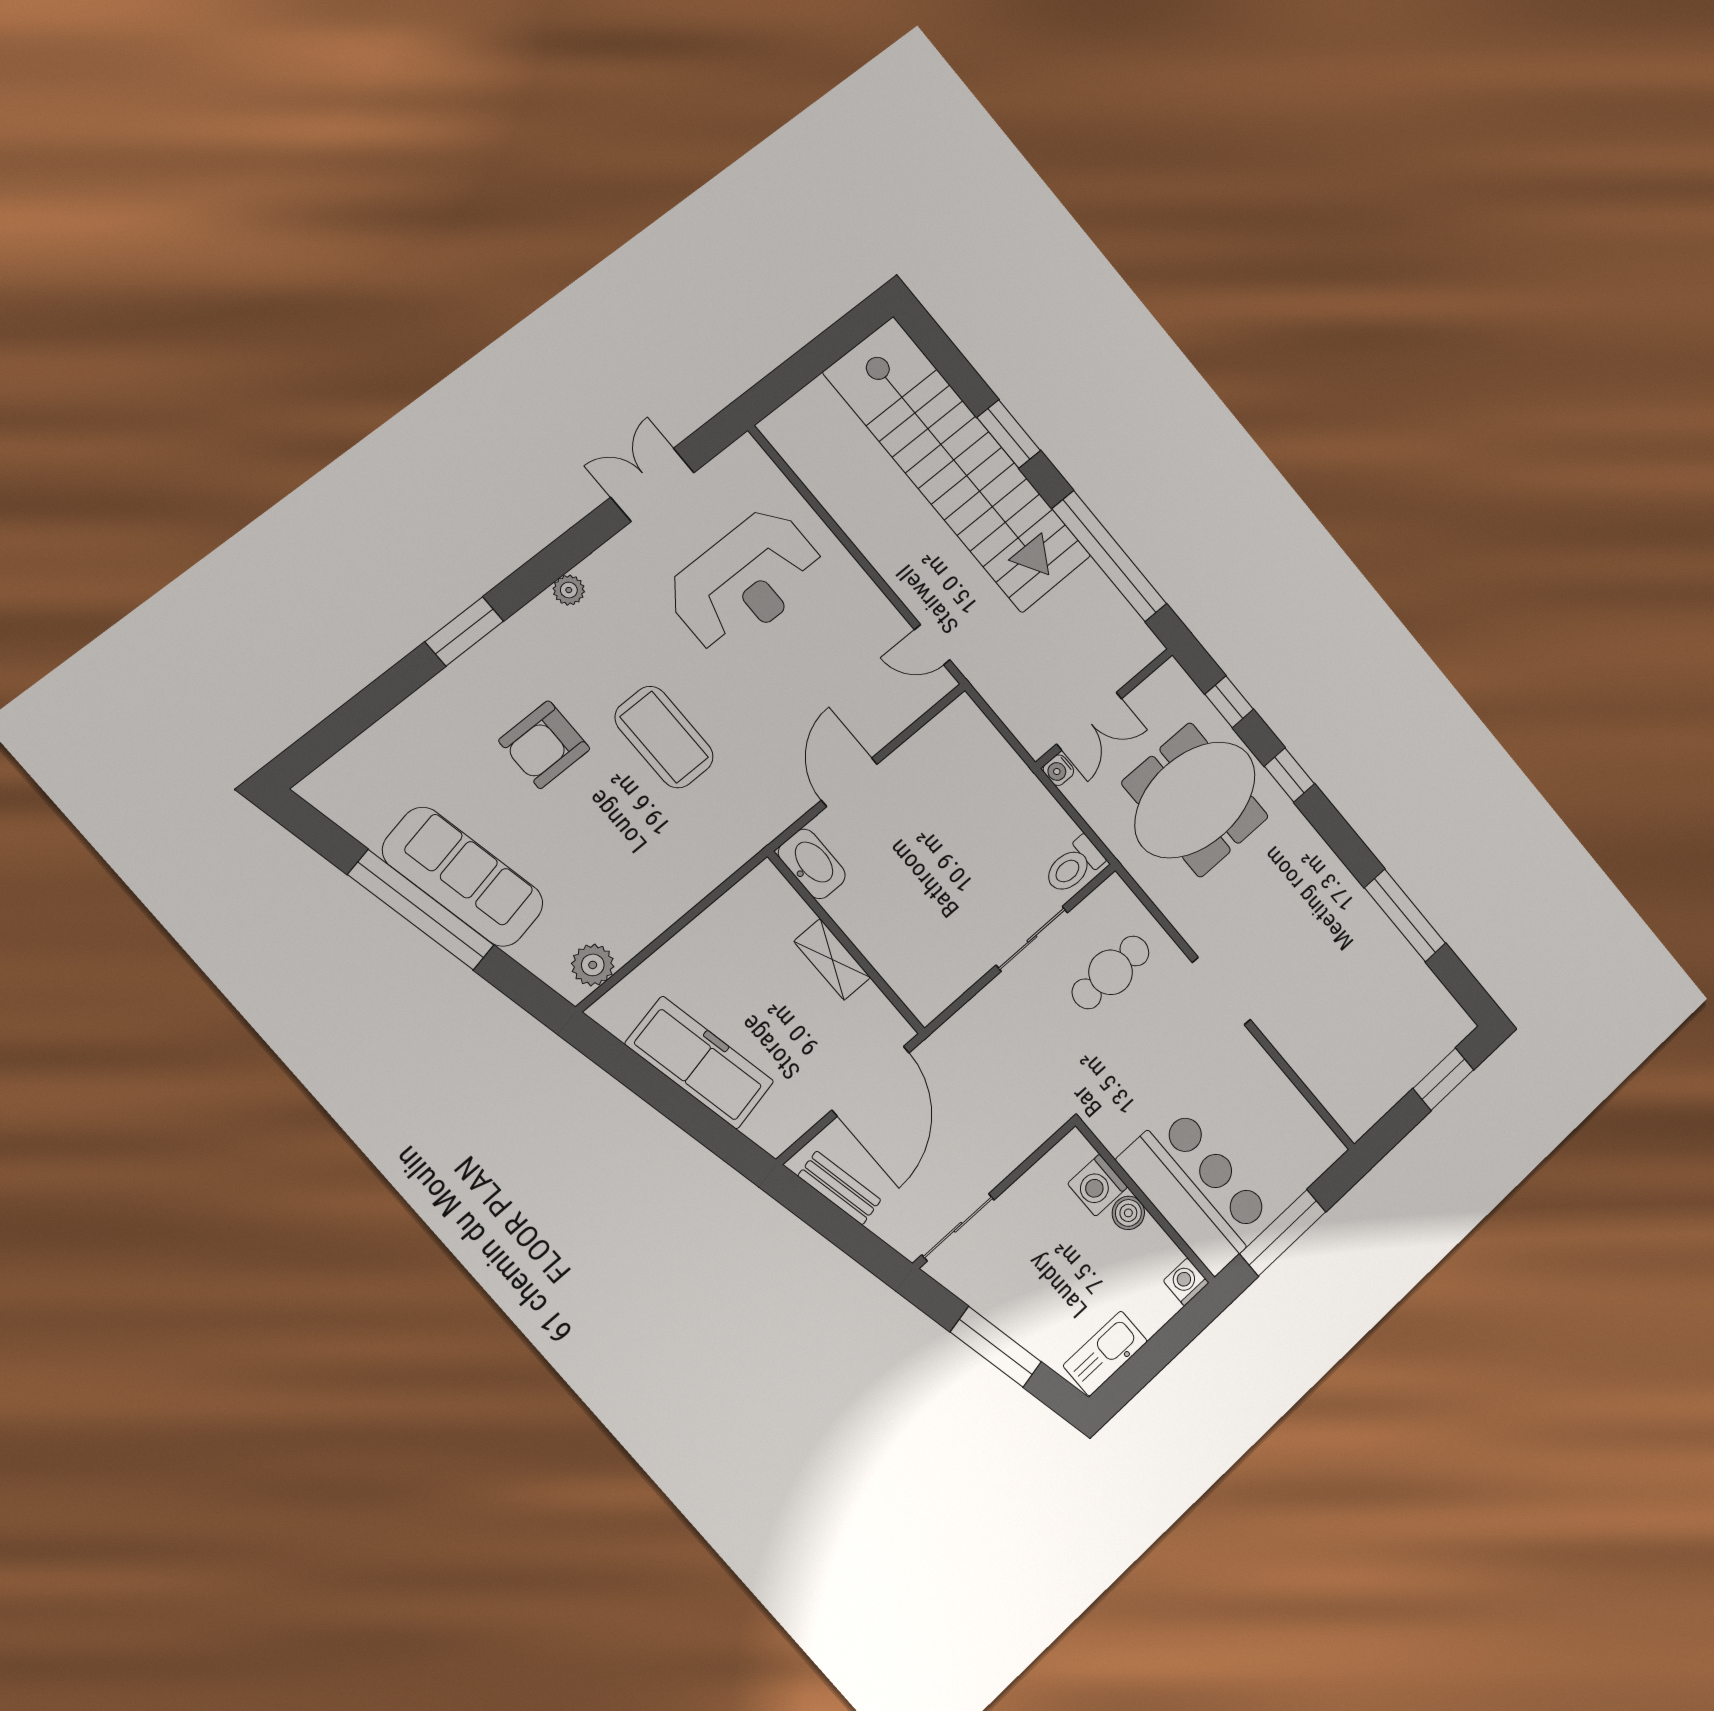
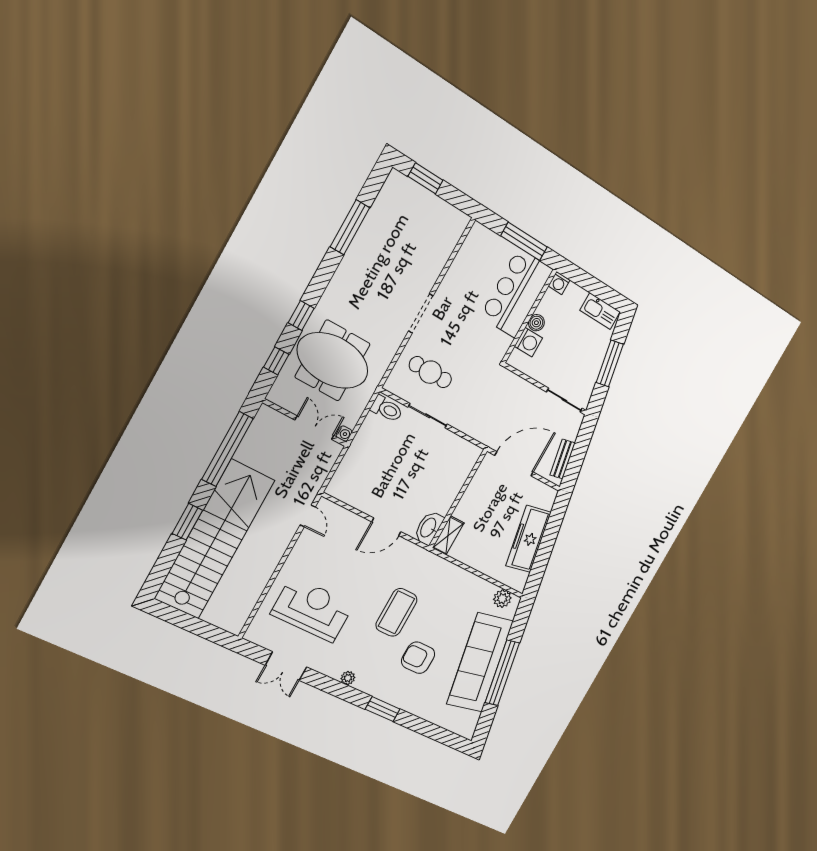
armchair: (544, 745) -> (418, 658), turned 180
sofa: (463, 877) -> (480, 663), width x1.36, depth x1.27
shelving: (832, 959) -> (448, 535), moved

